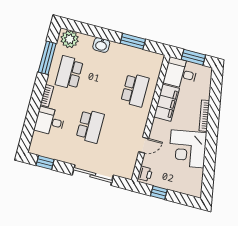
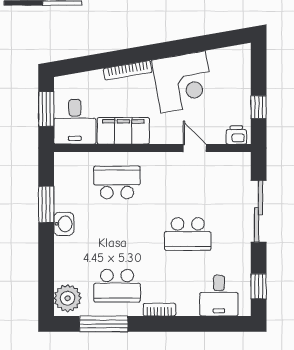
washbasin: (101, 45) -> (64, 224), moved
desk: (50, 121) -> (219, 296), moved
school desk: (90, 126) -> (188, 234), turned 180

